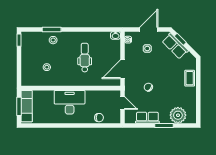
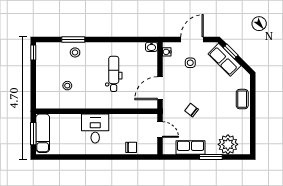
desk: (70, 102) -> (95, 128), width x0.73

